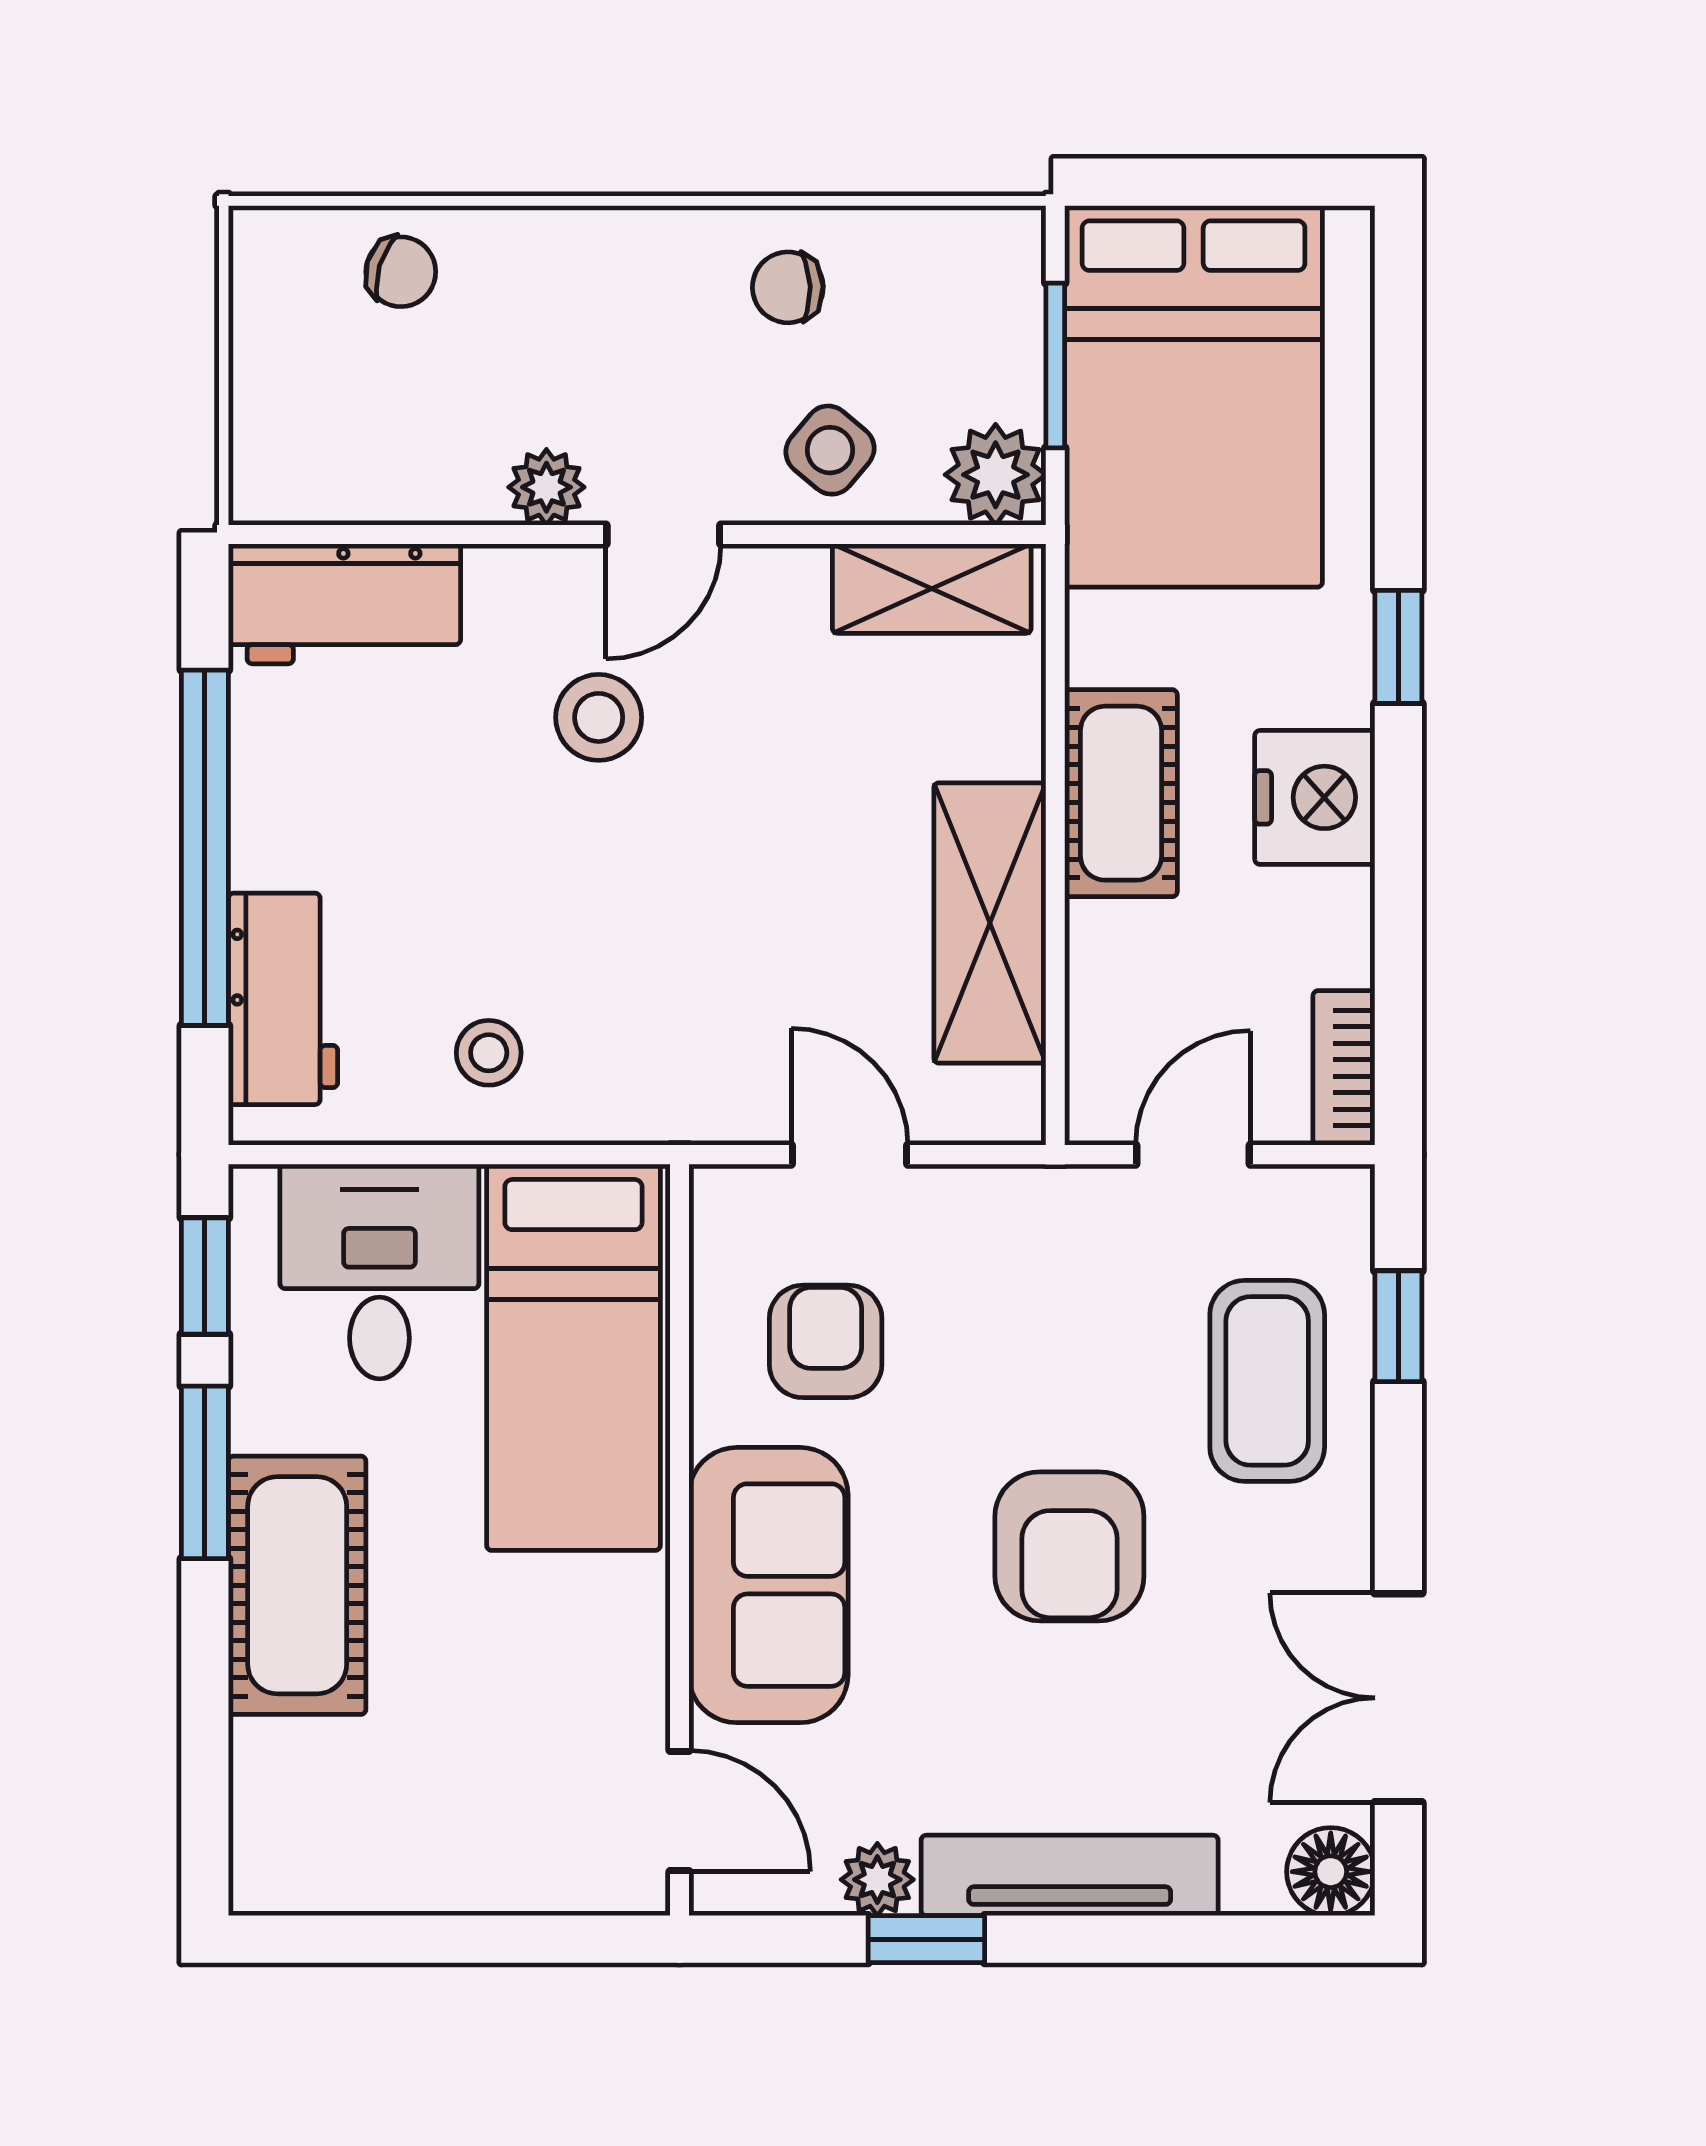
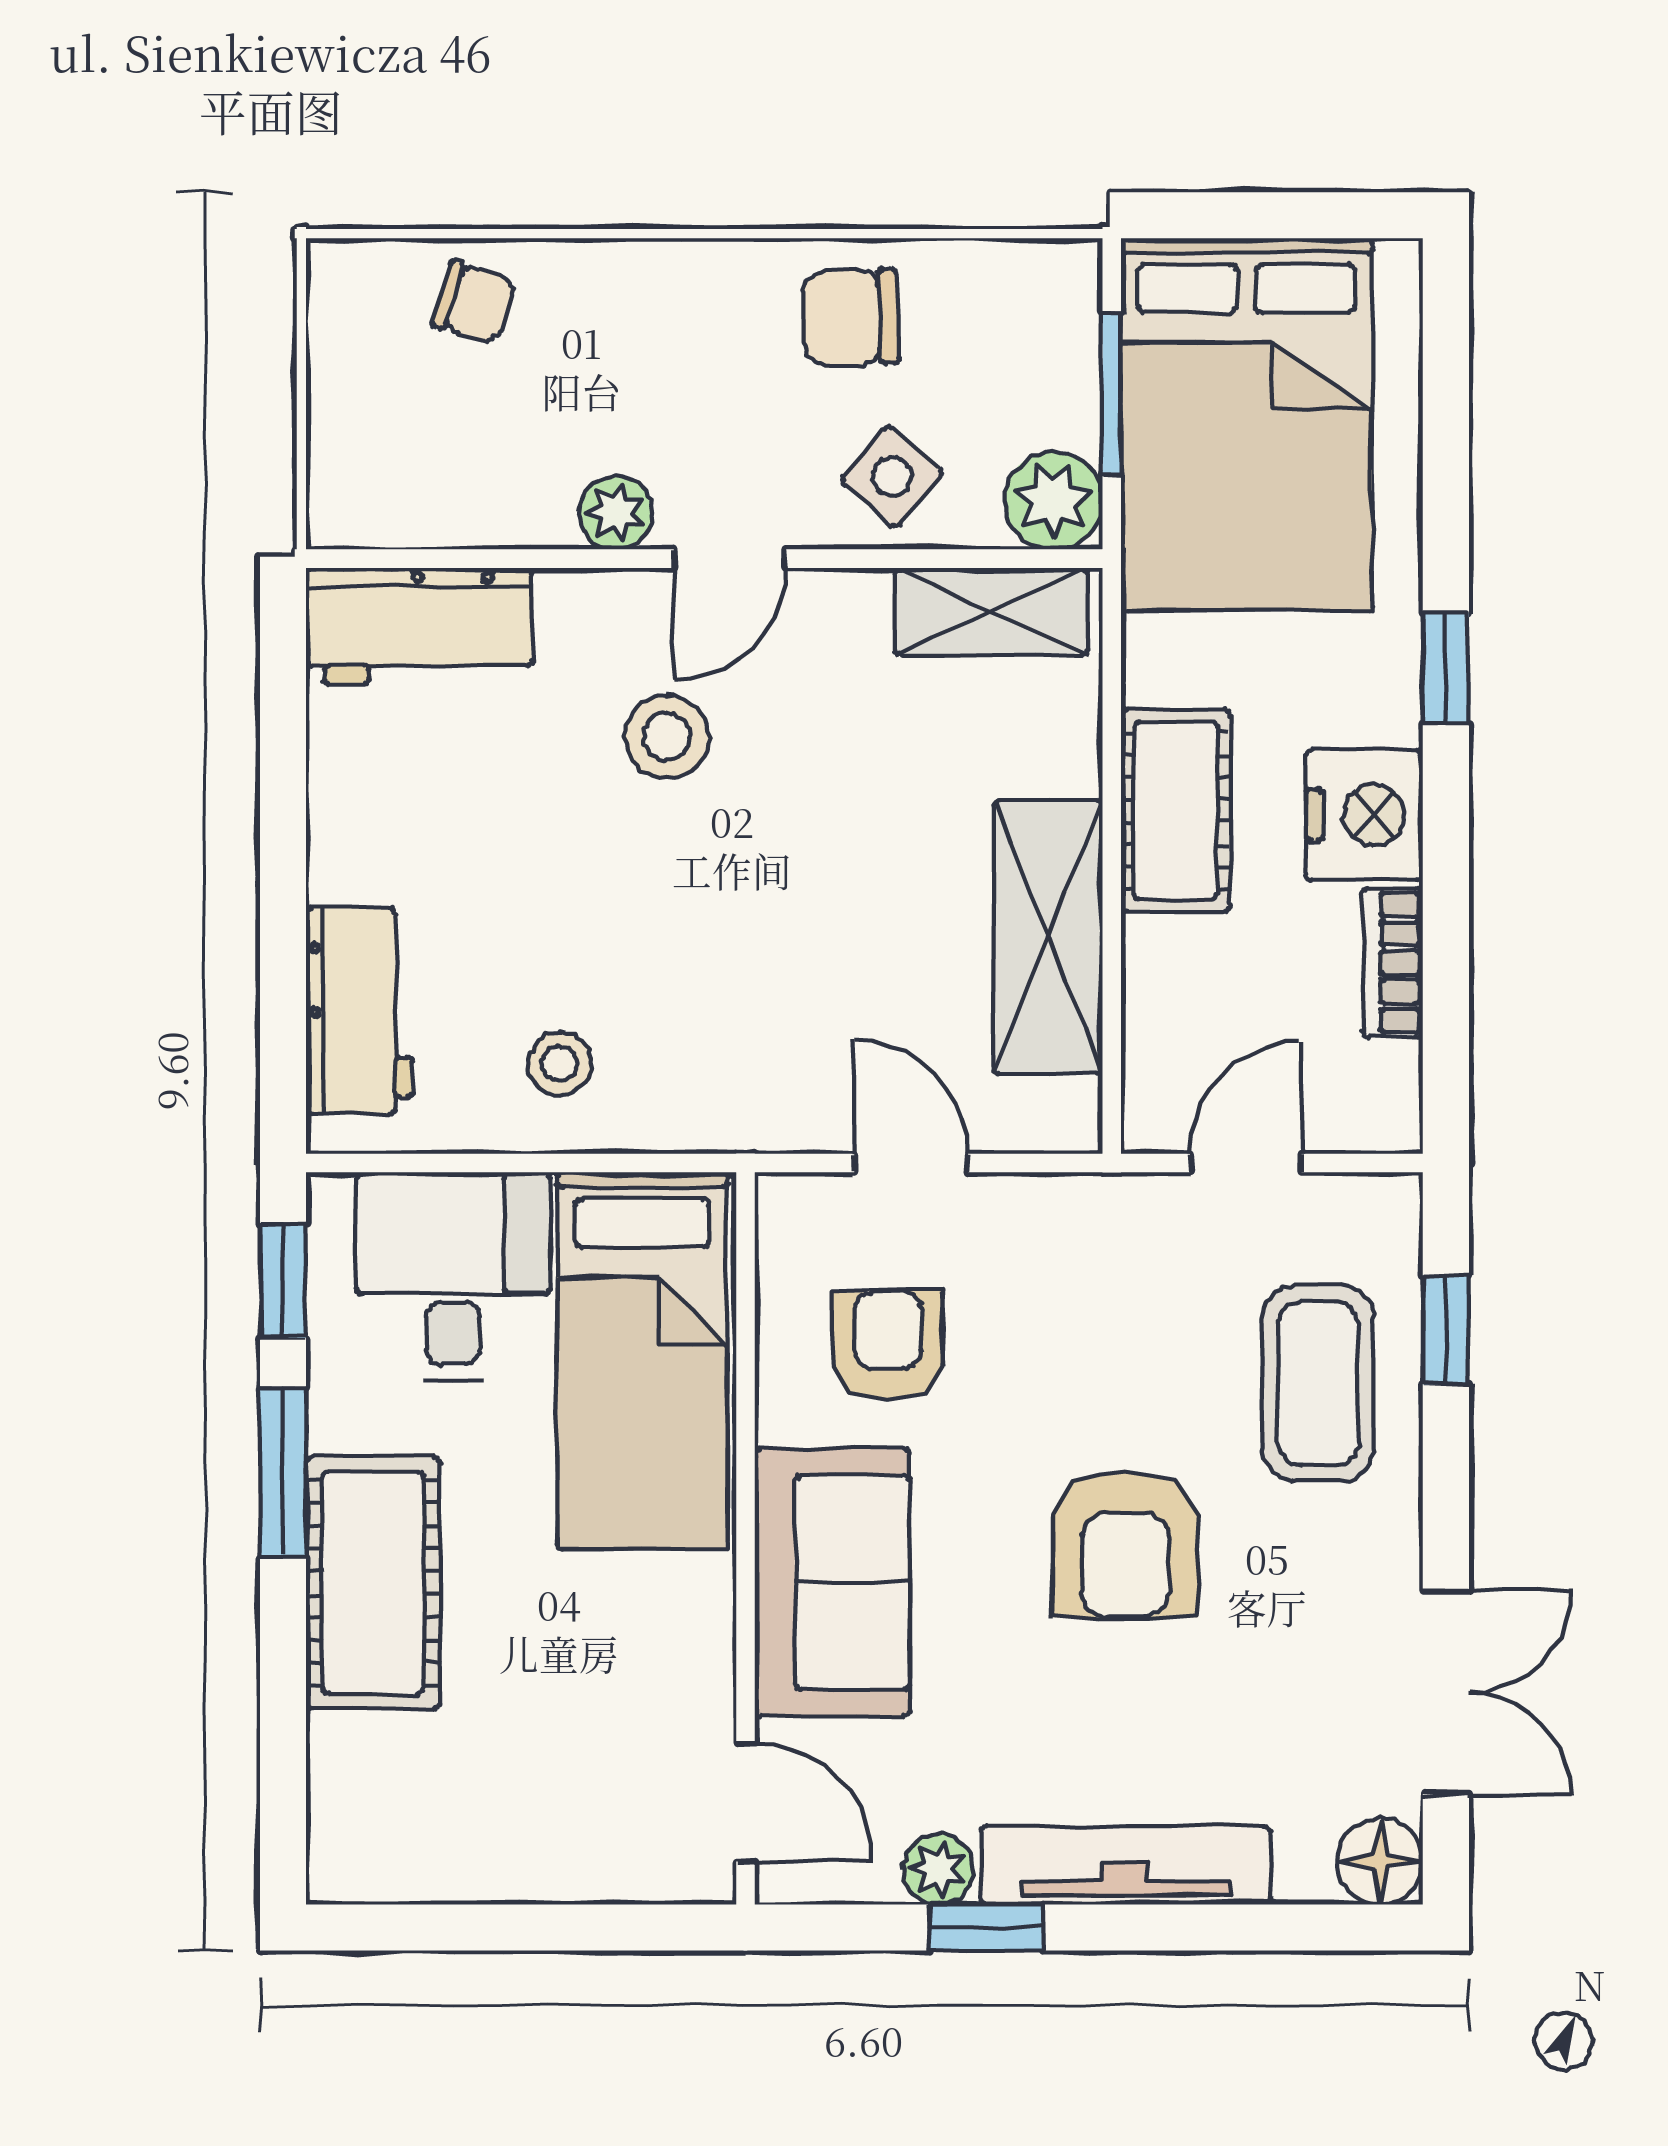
chair: (788, 287) -> (851, 318), width x1.37, depth x1.37
window: (205, 848) -> (283, 864), removed
bookcase: (1344, 1068) -> (1393, 963), moved
double door: (1398, 1698) -> (1446, 1692), swing flipped

